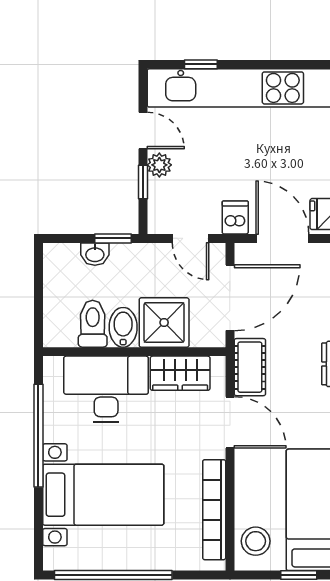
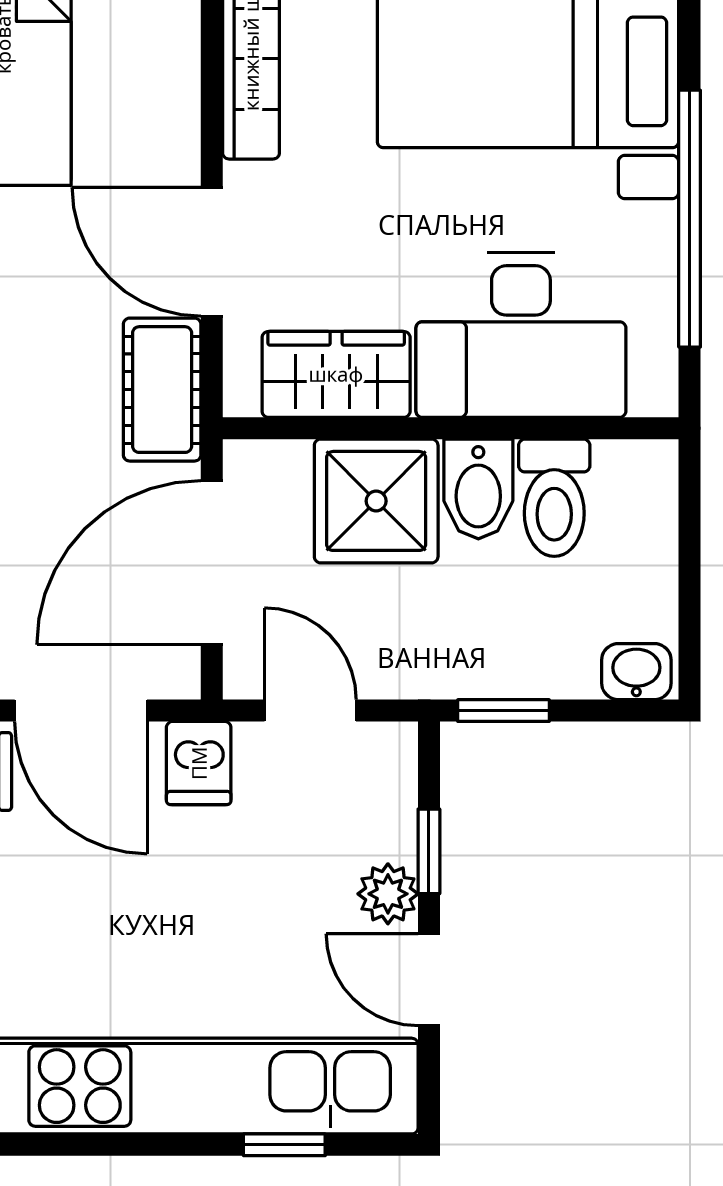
washbasin: (95, 254) -> (636, 672), moved

